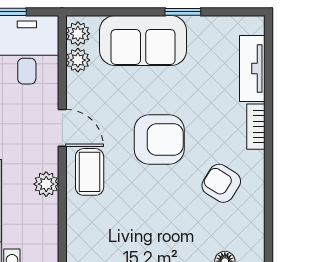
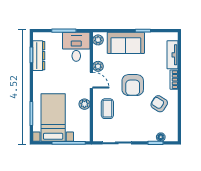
plant: (78, 60) -> (98, 66), moved
armchair: (159, 139) -> (133, 85), turned 90
coffee table: (90, 172) -> (107, 109), moved

